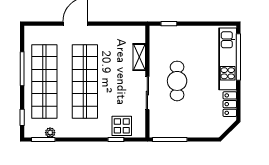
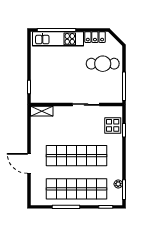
shelving: (139, 57) -> (42, 111), moved
cafe table: (177, 81) -> (103, 64), moved

